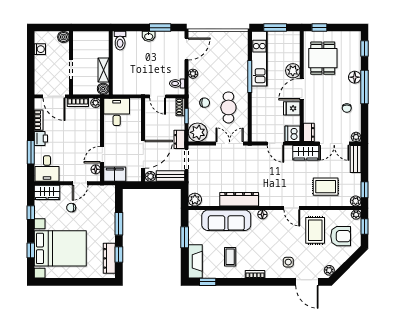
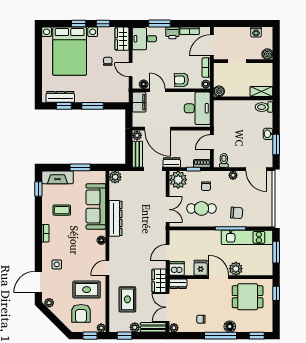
shelving: (103, 70) -> (261, 92), moved
chair: (233, 70) -> (237, 213), added
desk: (117, 112) -> (197, 108), width x1.37
armchair: (91, 129) -> (181, 80), added
plant: (356, 201) -> (135, 327), moved
window: (31, 250) -> (79, 24), moved

